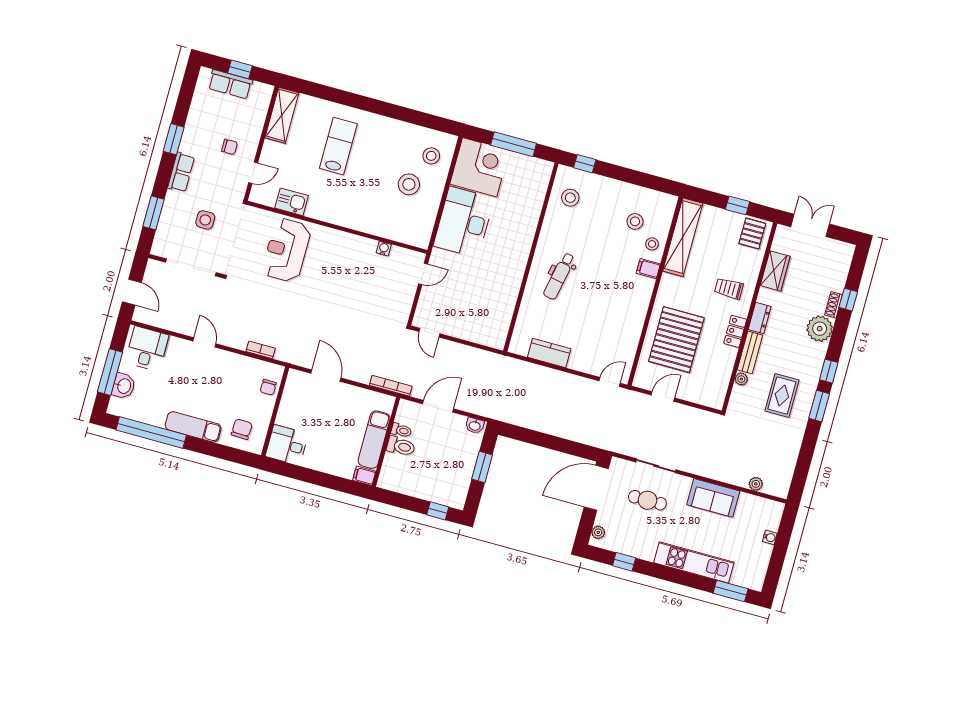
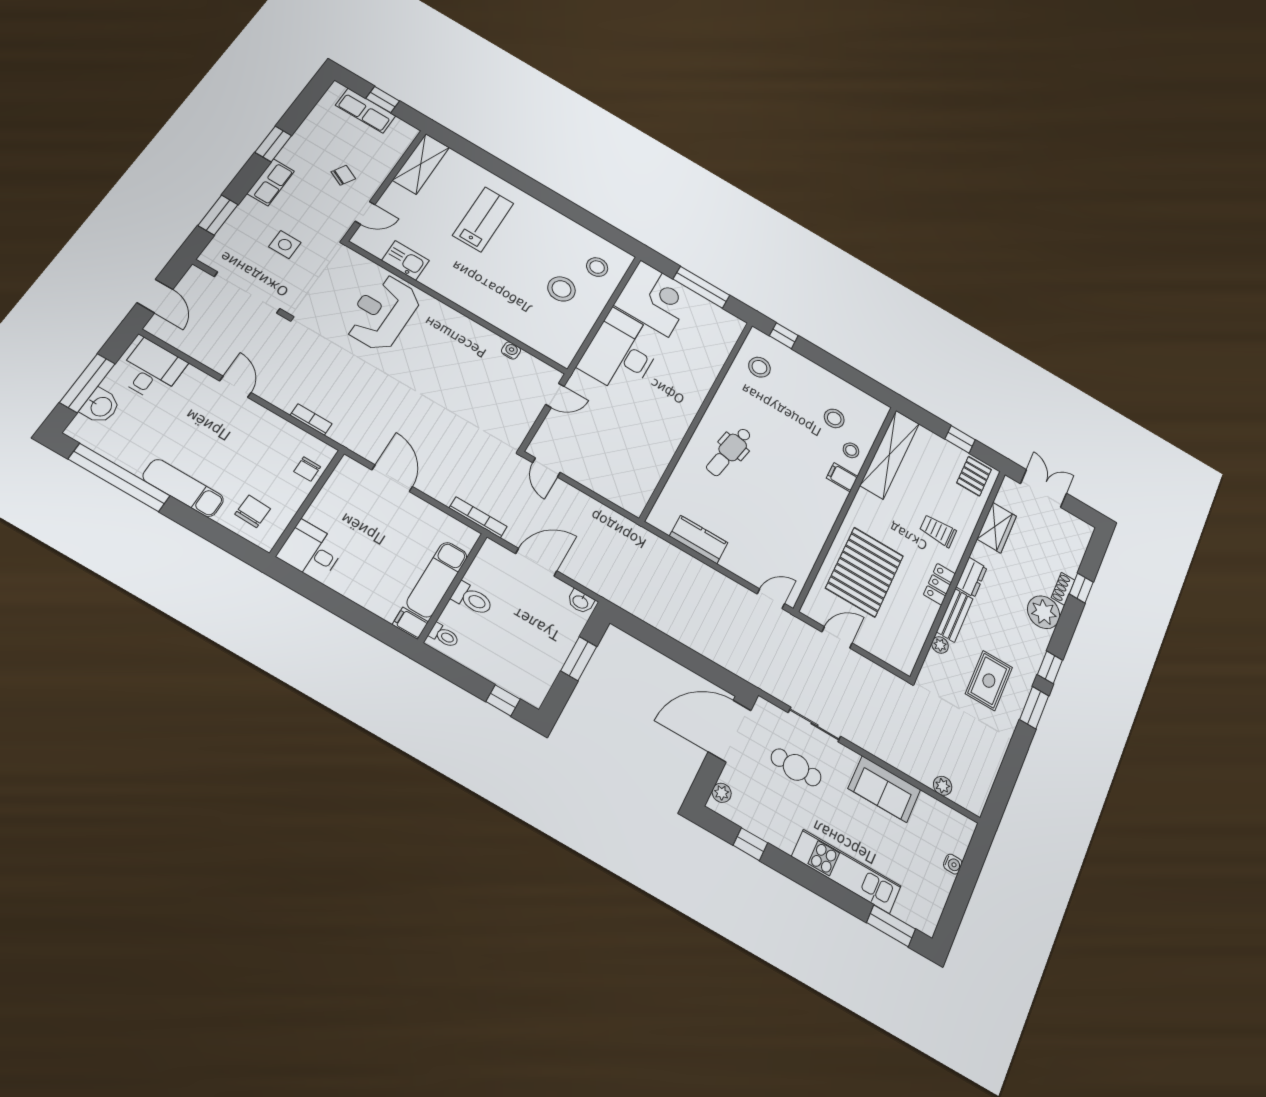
chair: (229, 147) -> (343, 175), turned -62
toilet: (401, 430) -> (444, 636), moved

